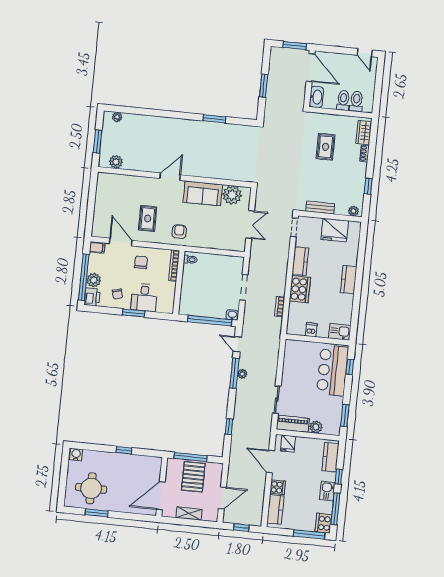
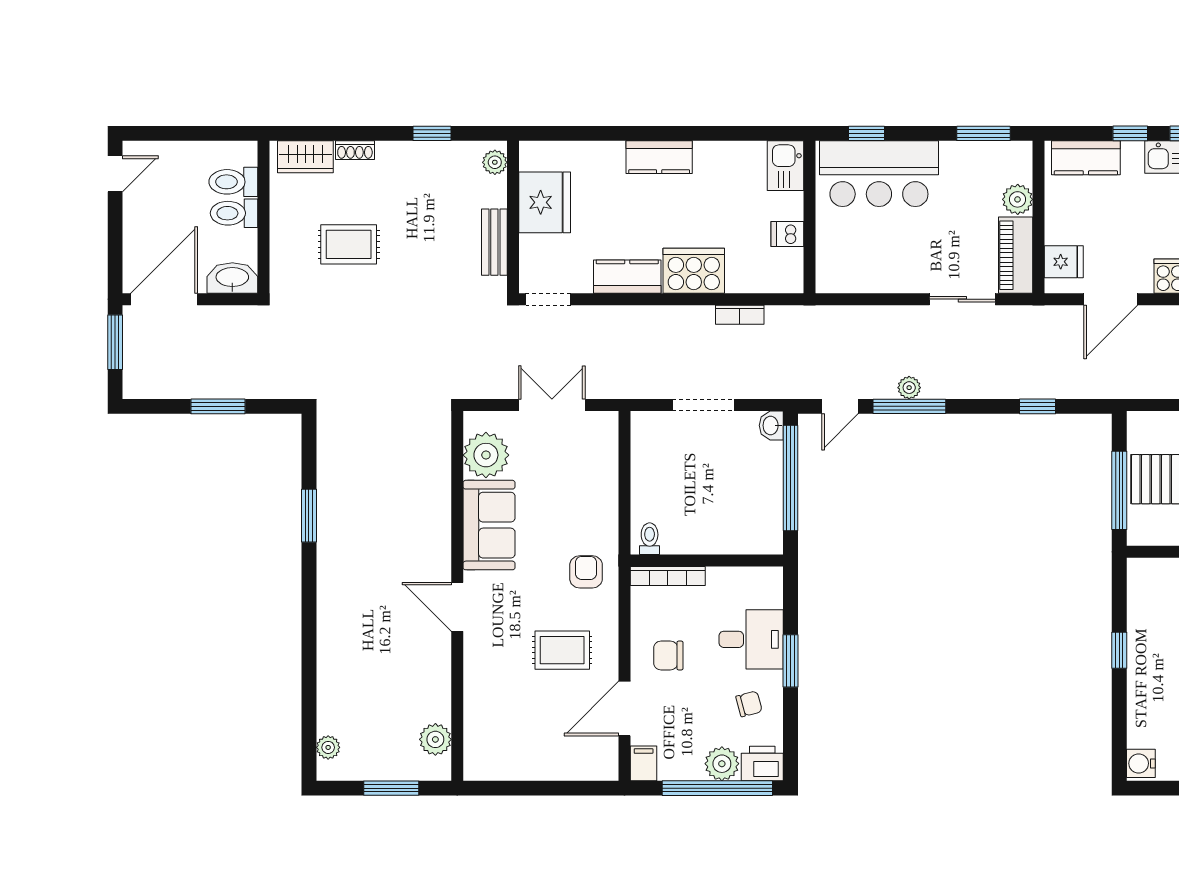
armchair: (179, 232) -> (586, 572), turned 90

